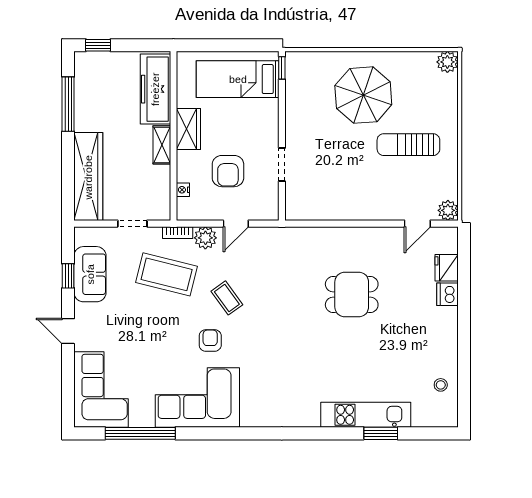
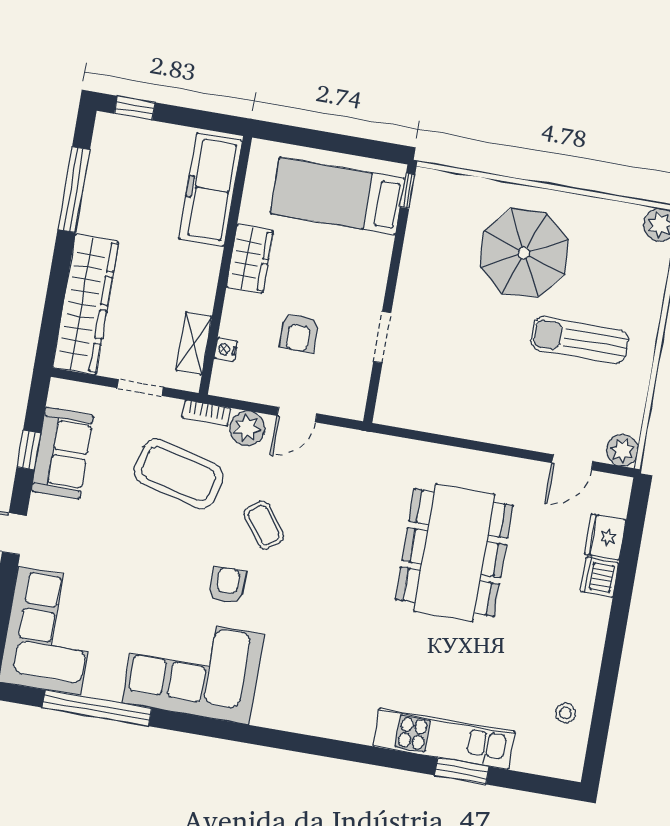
shelving: (162, 145) -> (194, 343), moved
armchair: (228, 171) -> (299, 333), width x0.72, depth x0.72
dining table: (352, 294) -> (454, 553), width x1.88, depth x1.24

